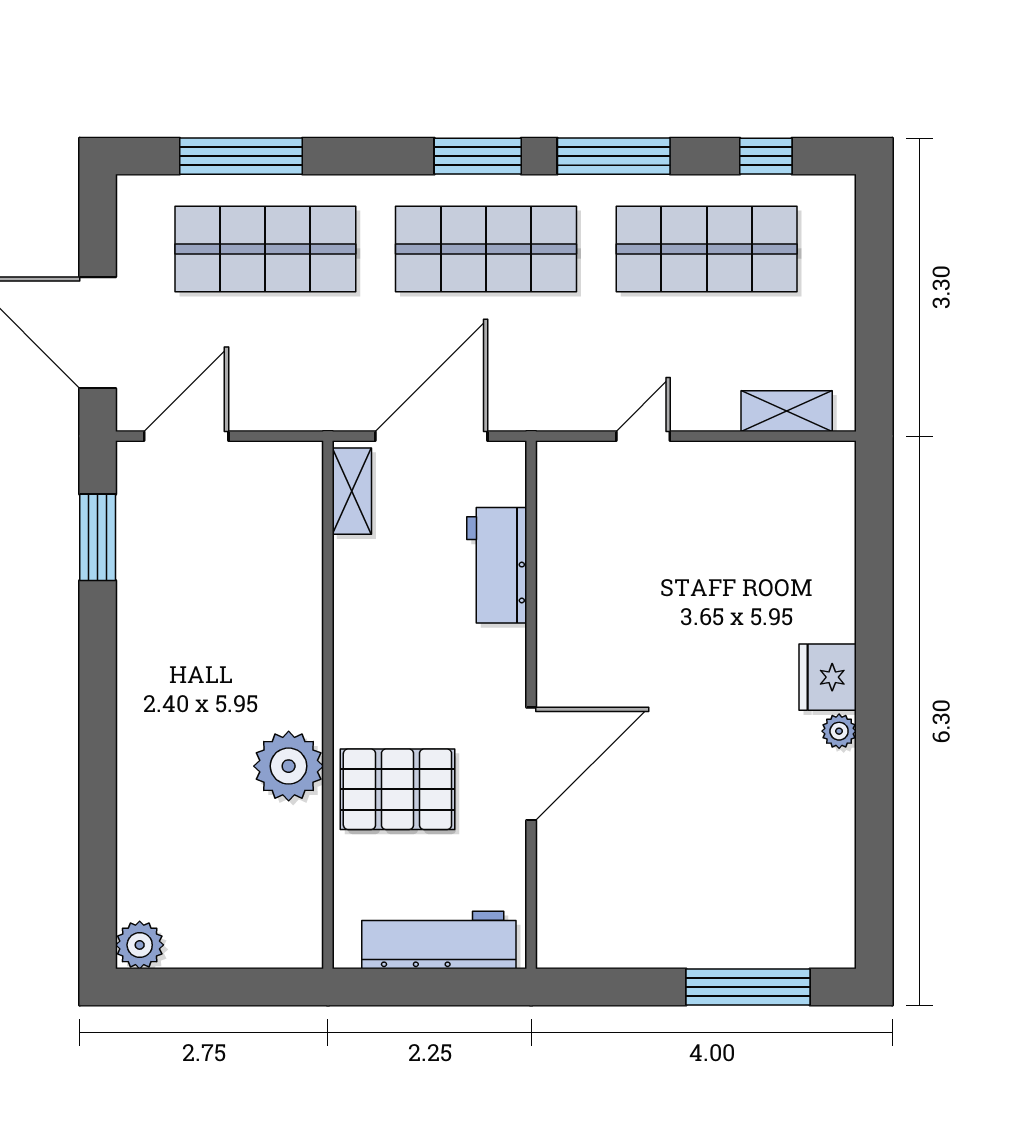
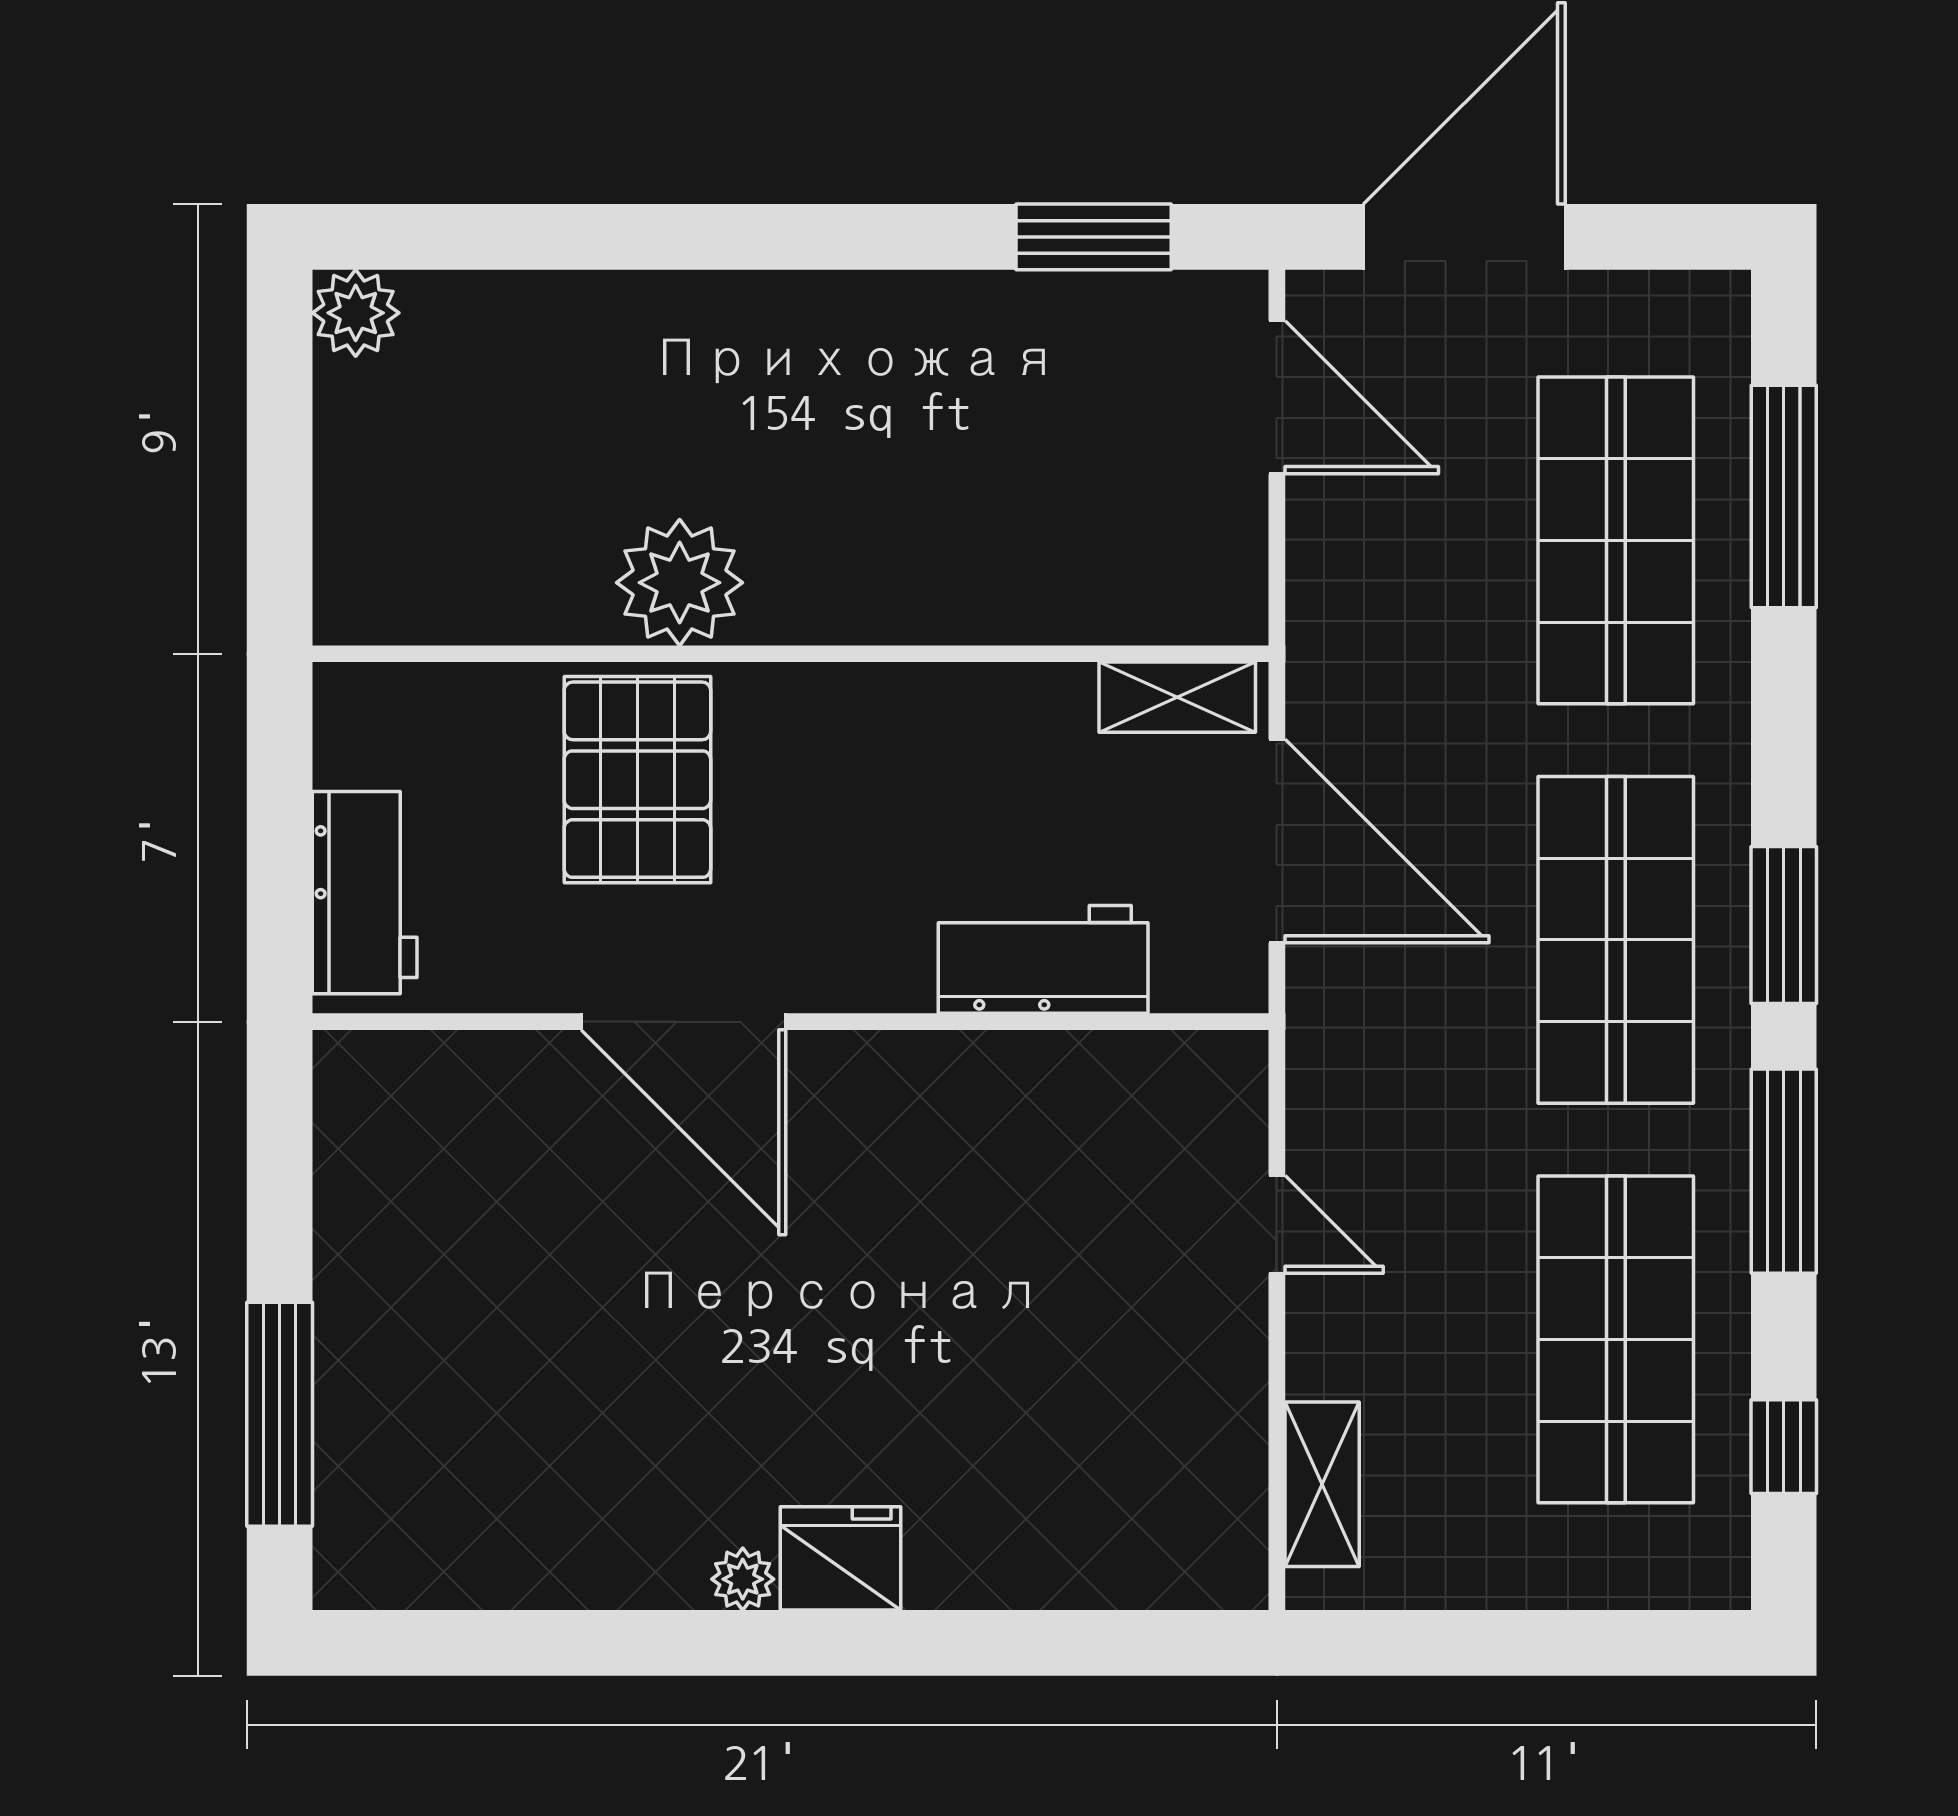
workbench: (439, 940) -> (365, 893), width x0.73

